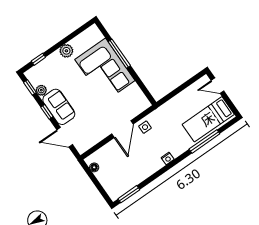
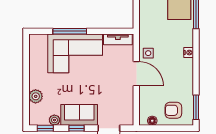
plant: (66, 51) -> (36, 96), moved
window: (38, 59) -> (26, 104), removed
tv unit: (139, 96) -> (118, 39), added
armchair: (114, 178) -> (173, 110), added

